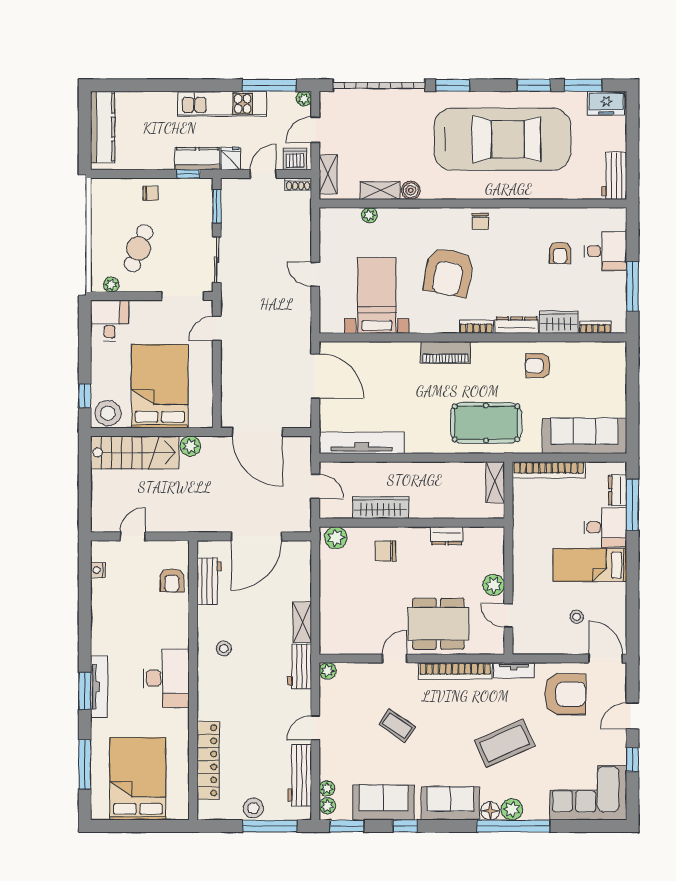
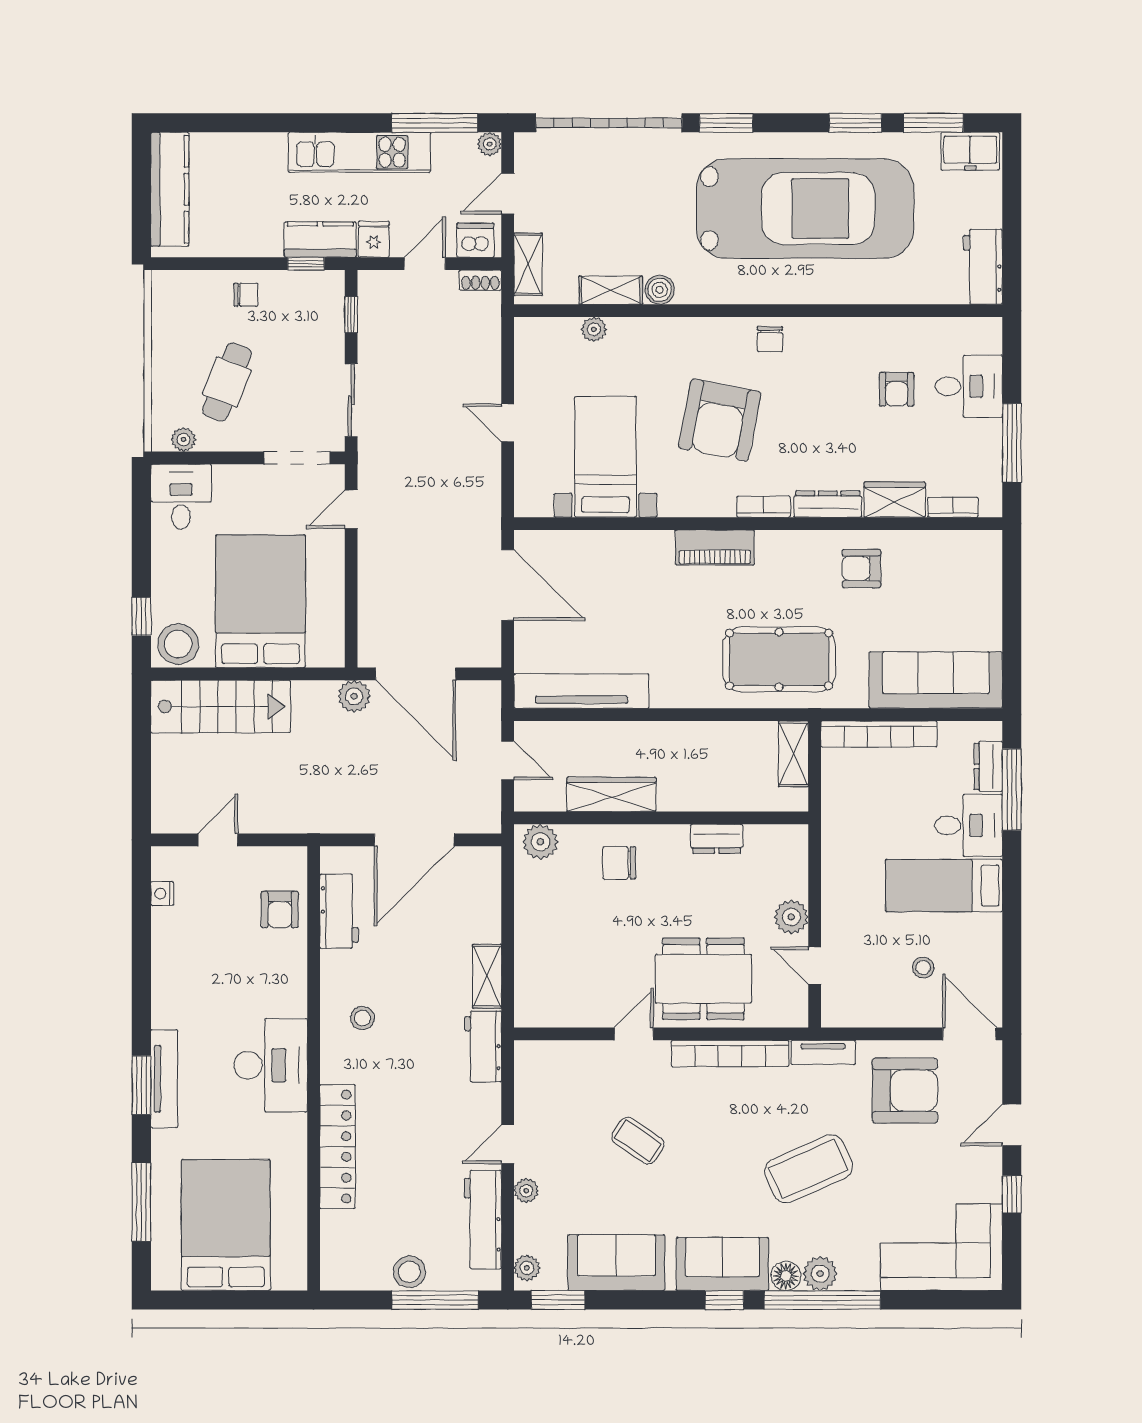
window: (217, 206) -> (351, 315), width x0.67
plant: (190, 446) -> (354, 696), moved
plant: (328, 671) -> (527, 1054), removed
locker: (208, 760) -> (337, 1147), moved
plant: (327, 788) -> (526, 1191), moved
window: (405, 826) -> (724, 1300), moved

